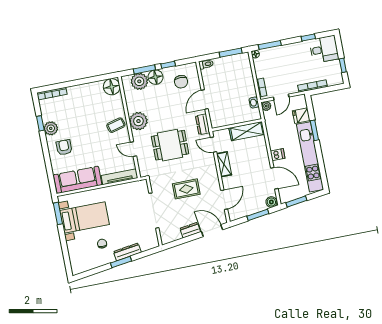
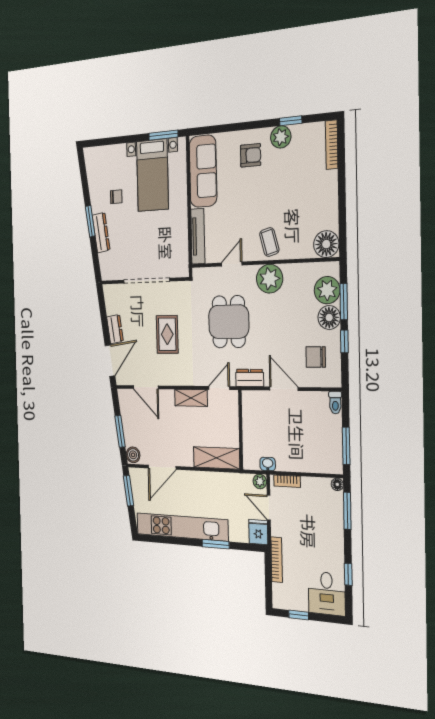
fridge: (301, 116) -> (258, 532), moved
shelving: (247, 131) -> (216, 458), moved, turned 90
dishwasher: (278, 155) -> (192, 480), removed

